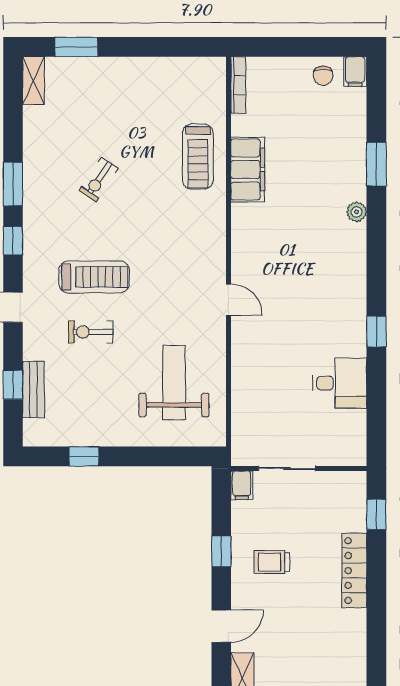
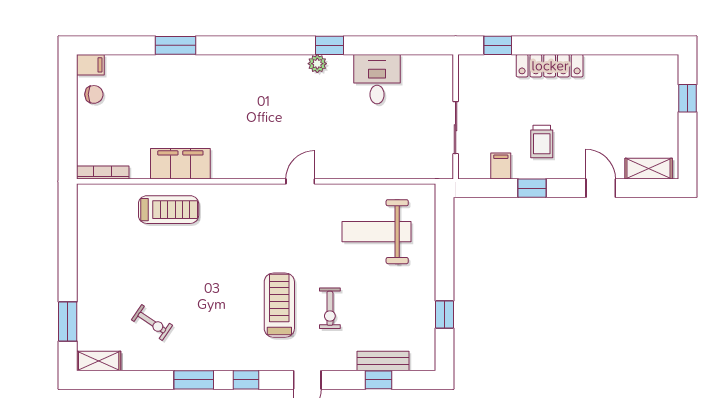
exercise bike: (99, 179) -> (152, 323), moved
plant: (357, 212) -> (317, 64), moved
filing cabinet: (242, 485) -> (501, 166), moved, turned -90

